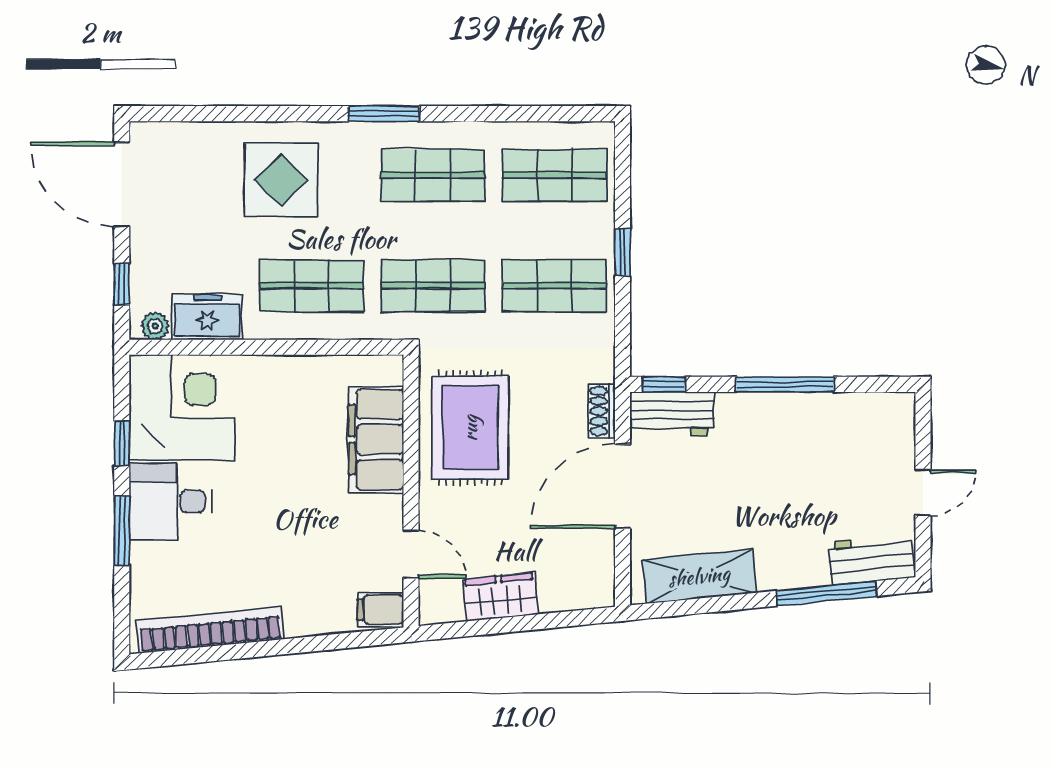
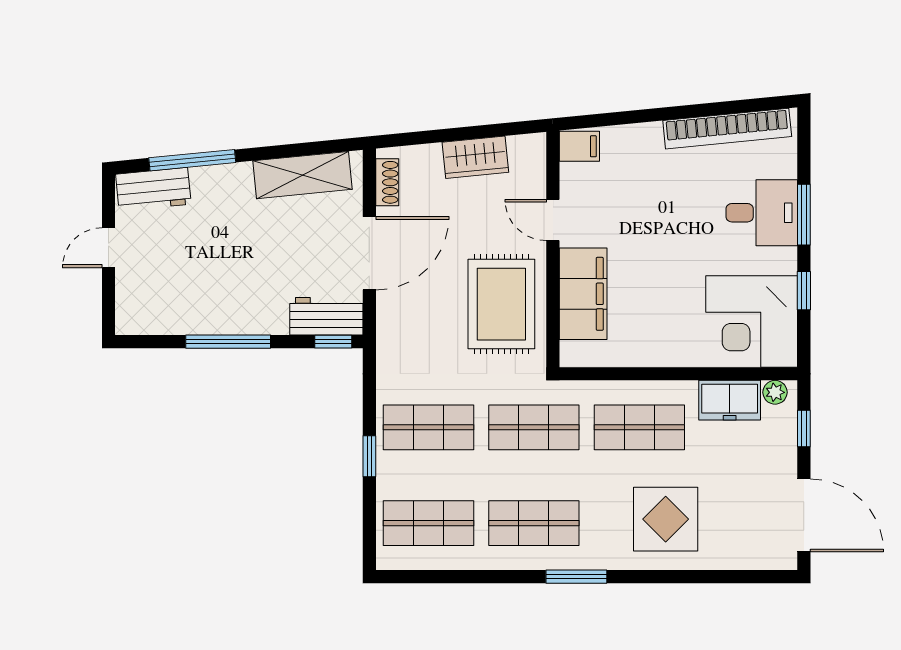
shoe rack: (602, 411) -> (387, 182), moved
desk: (170, 501) -> (762, 213), moved
door: (411, 554) -> (553, 220), moved

